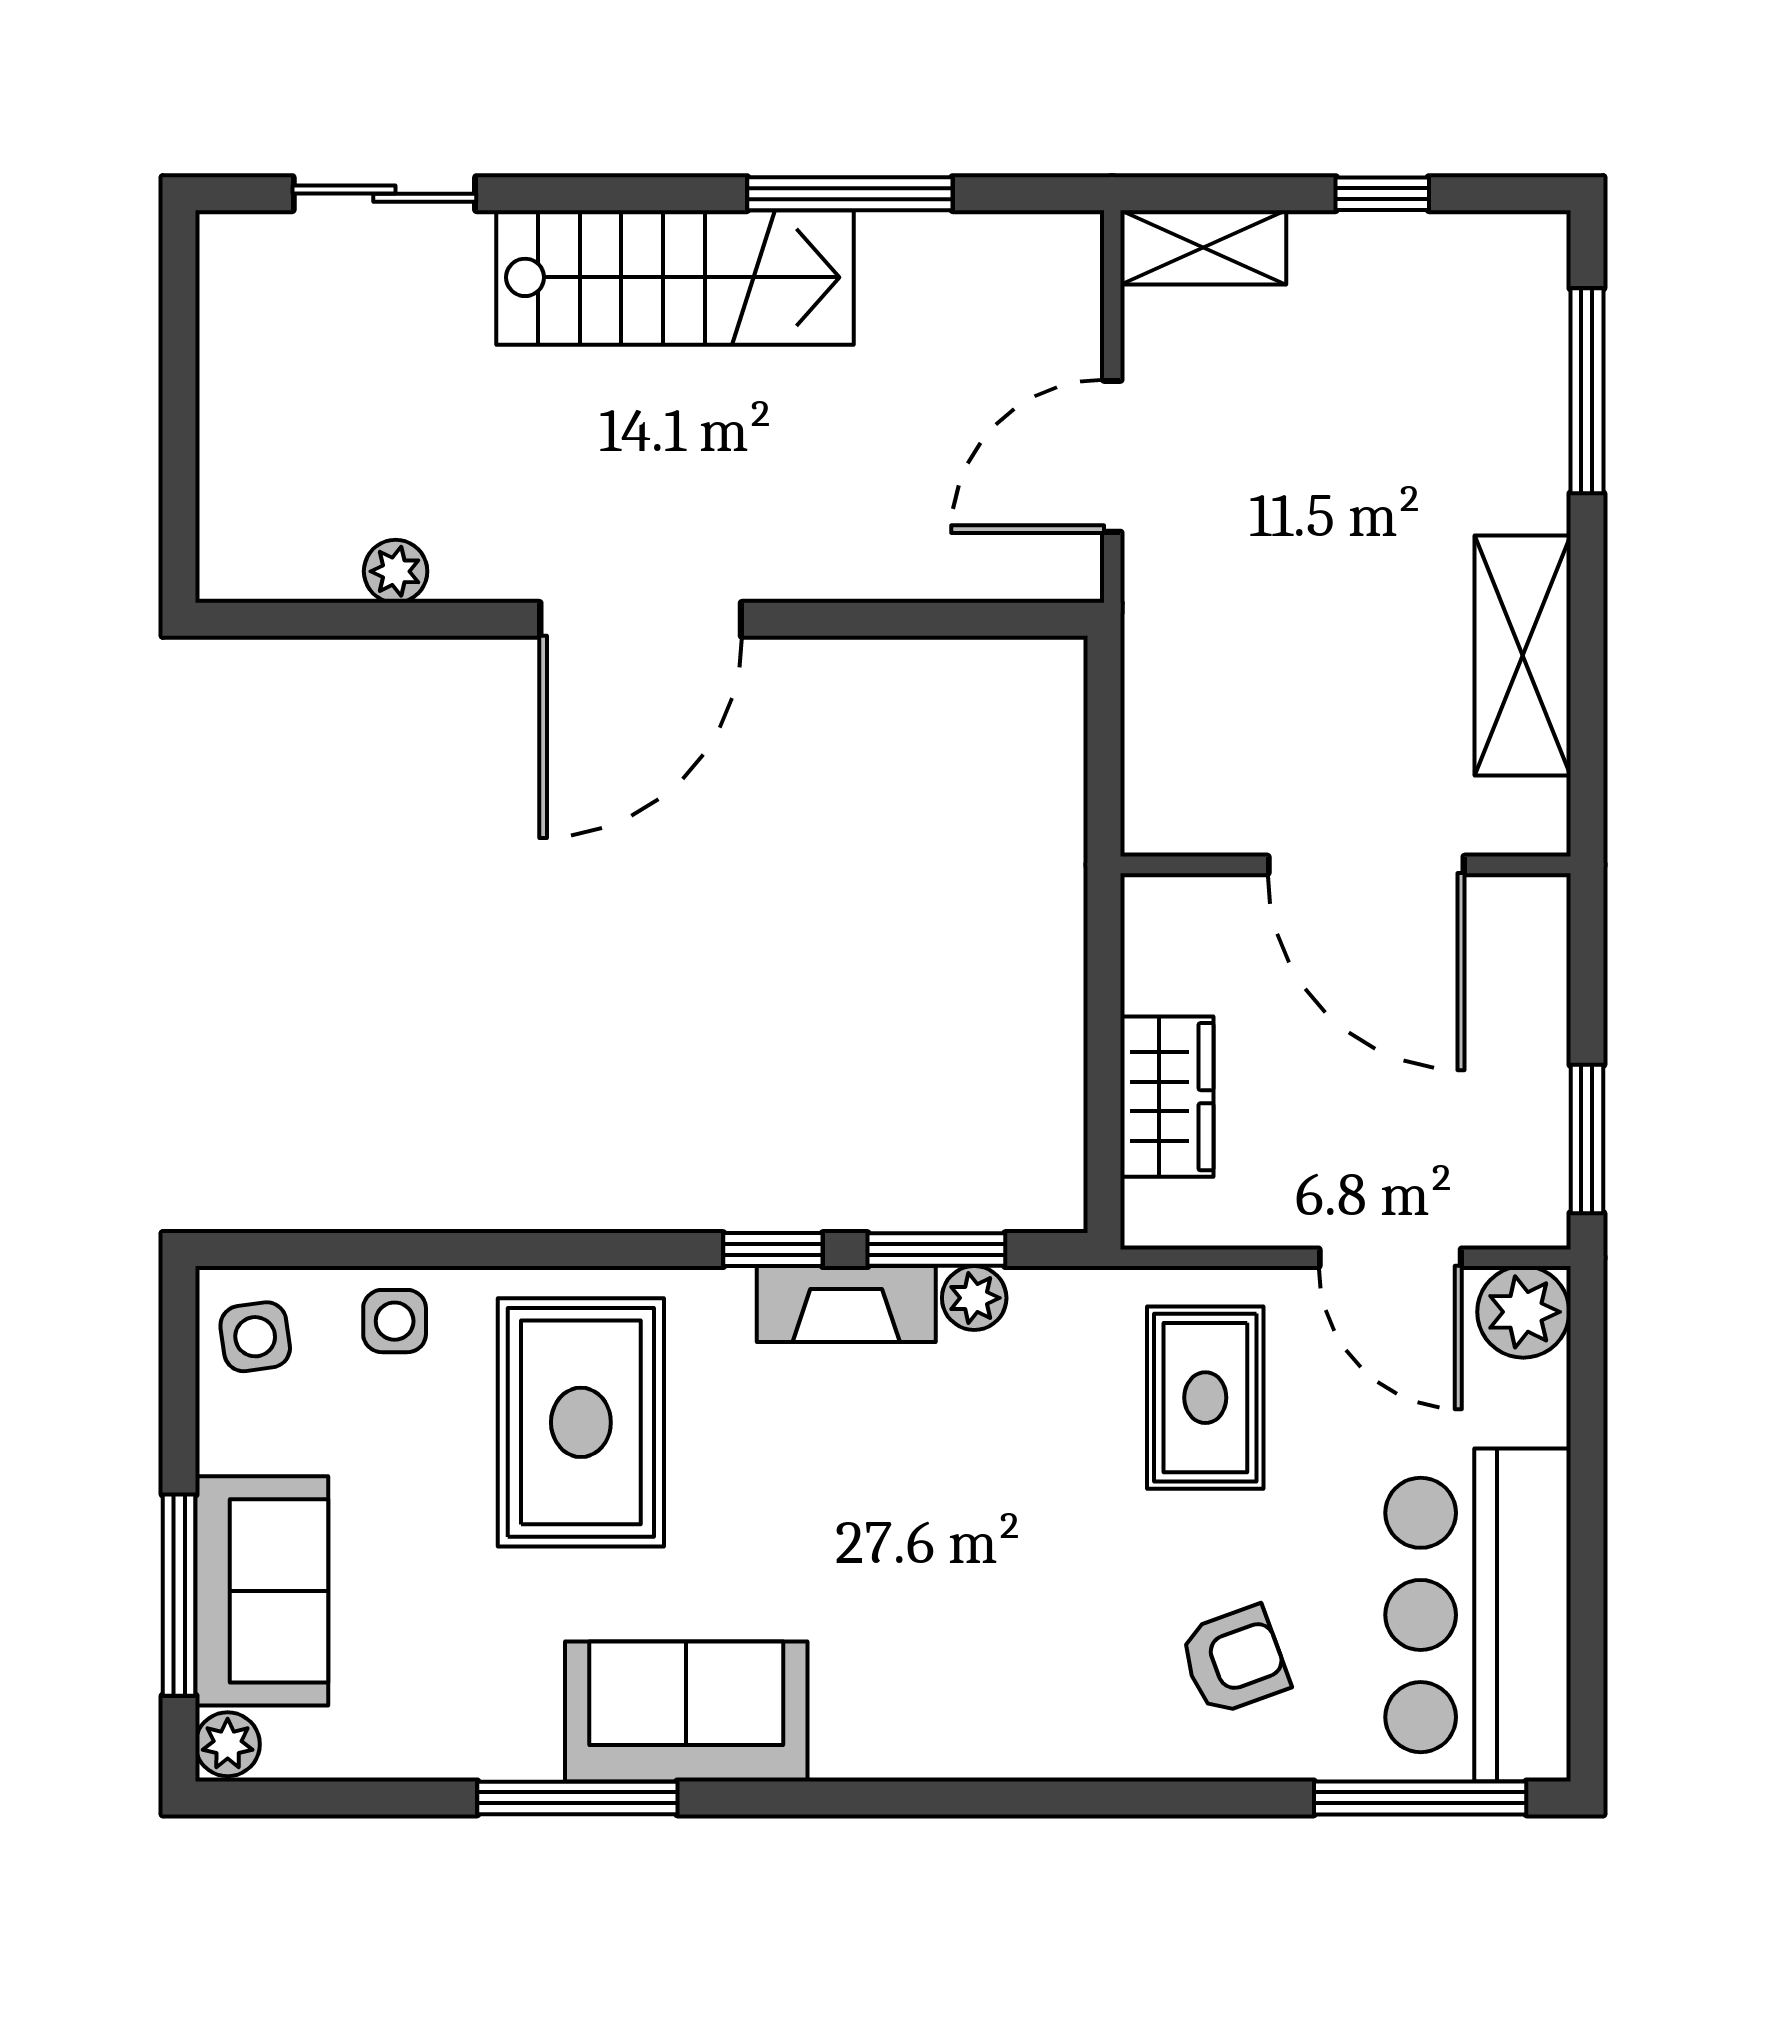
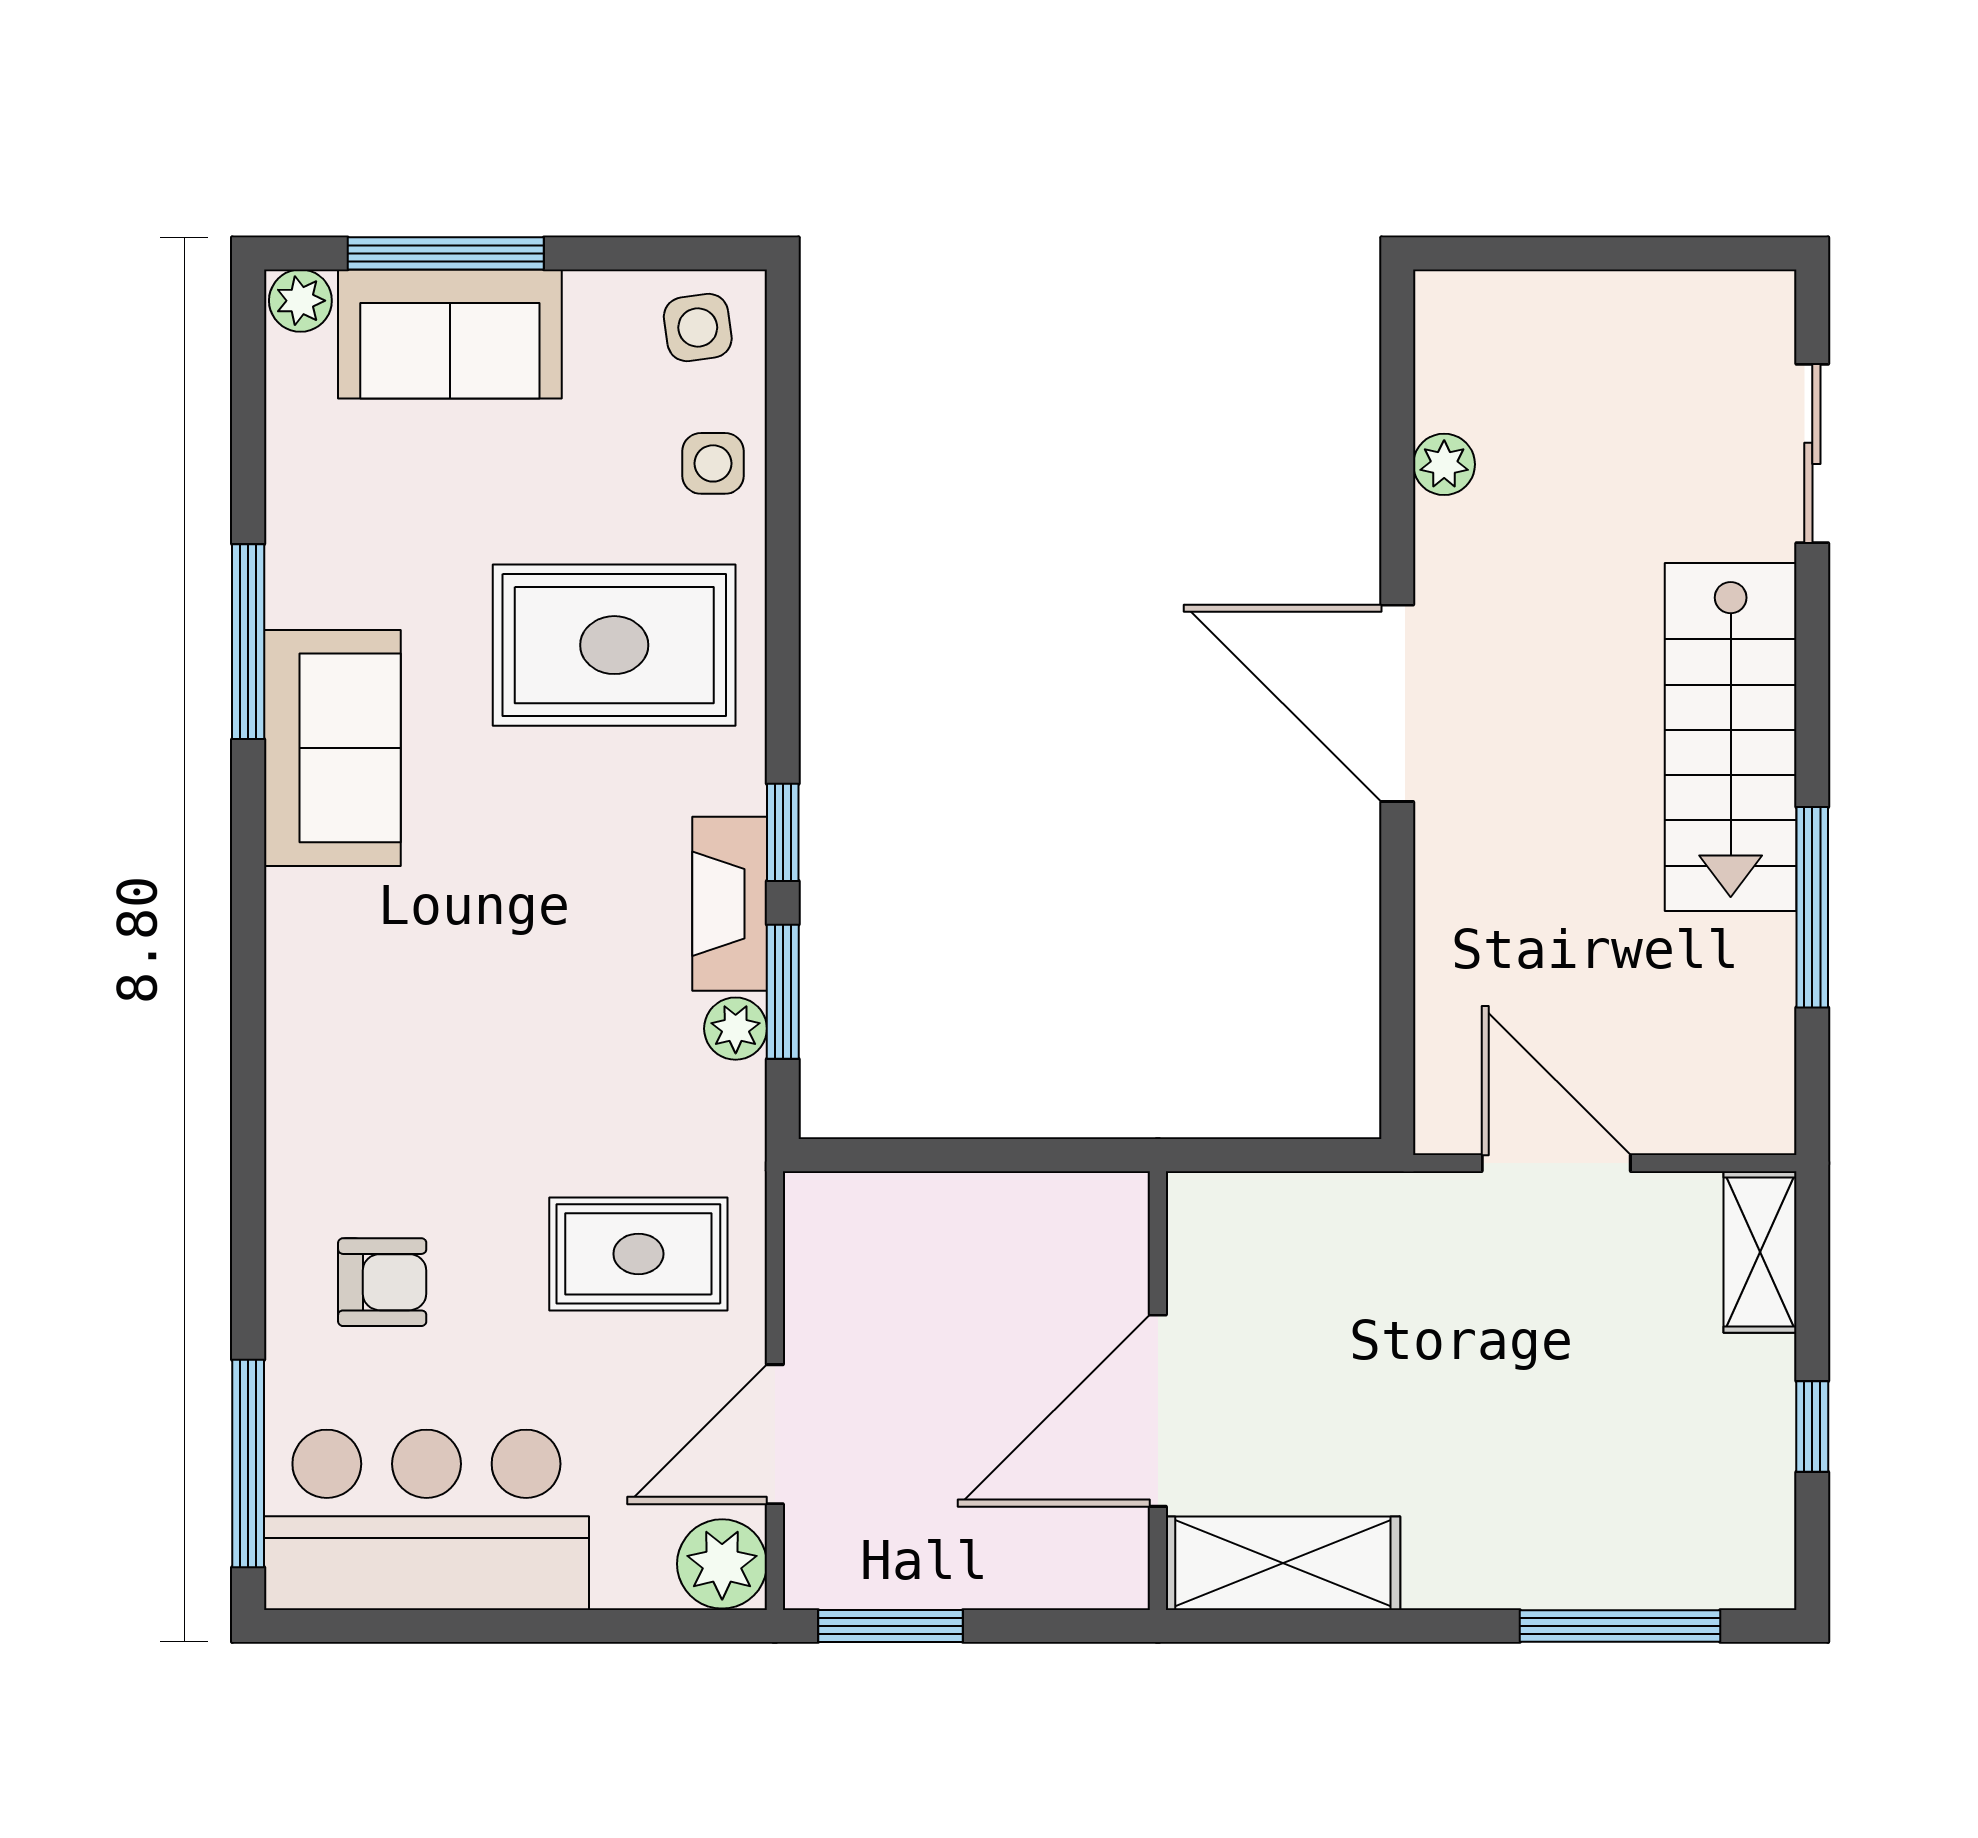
shelving: (1523, 656) -> (1283, 1563), moved
wardrobe: (1167, 1097) -> (932, 1216), removed
armchair: (1234, 1660) -> (382, 1282), turned -70

